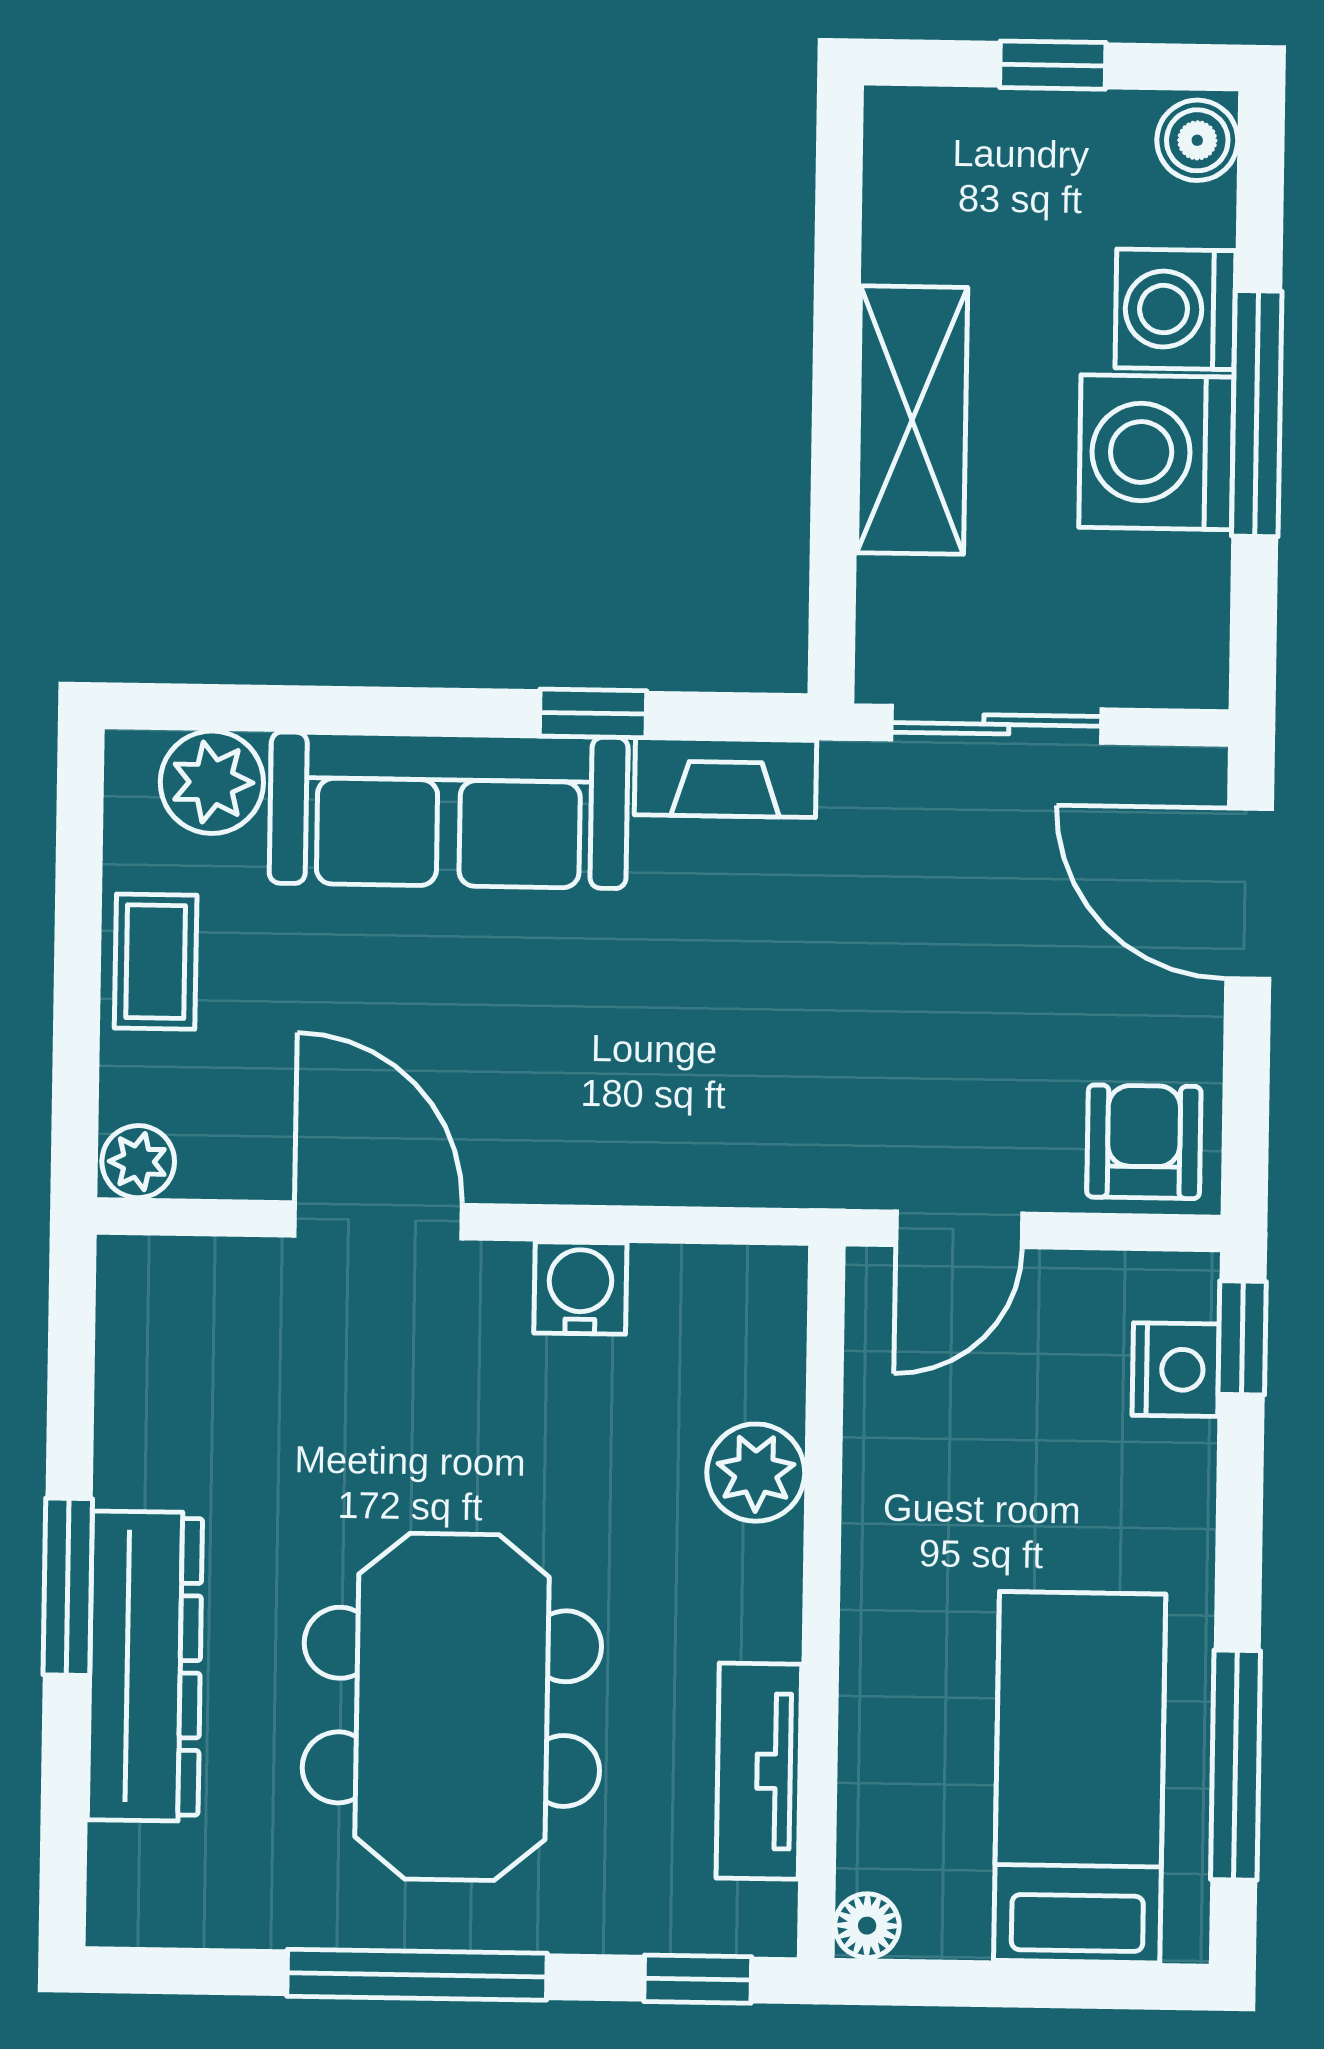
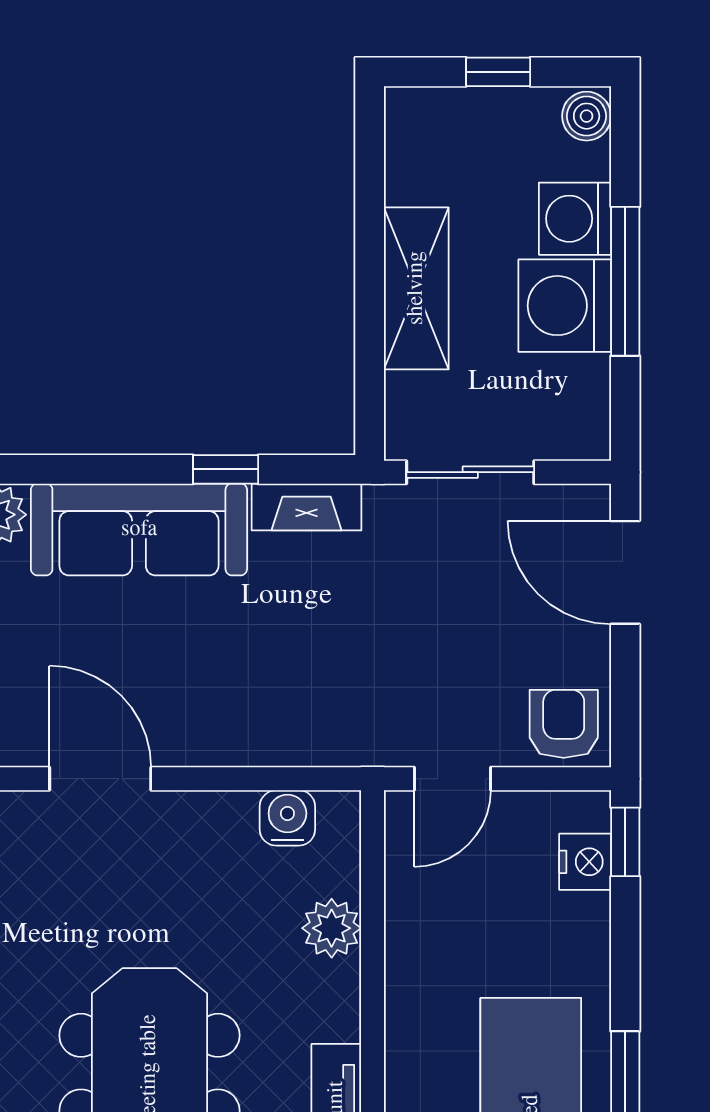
water cooler: (580, 1288) -> (287, 818), moved

